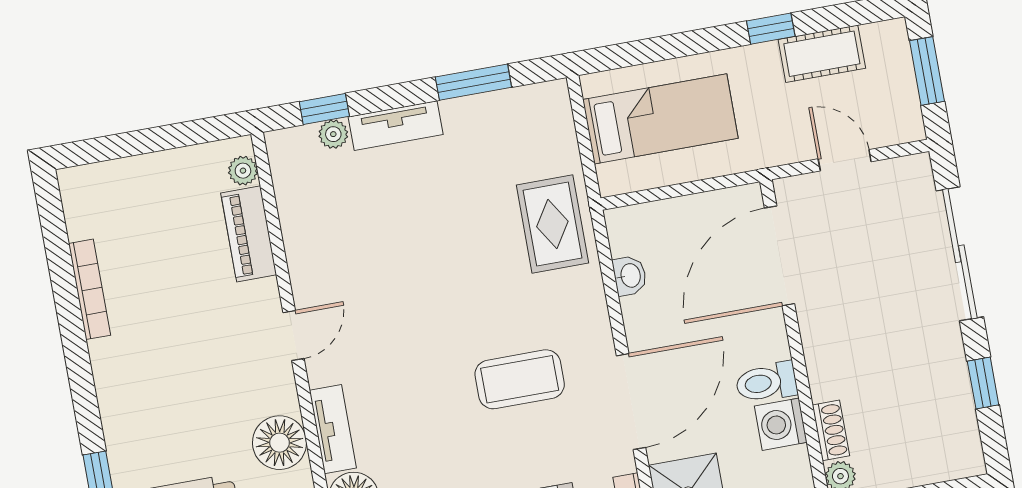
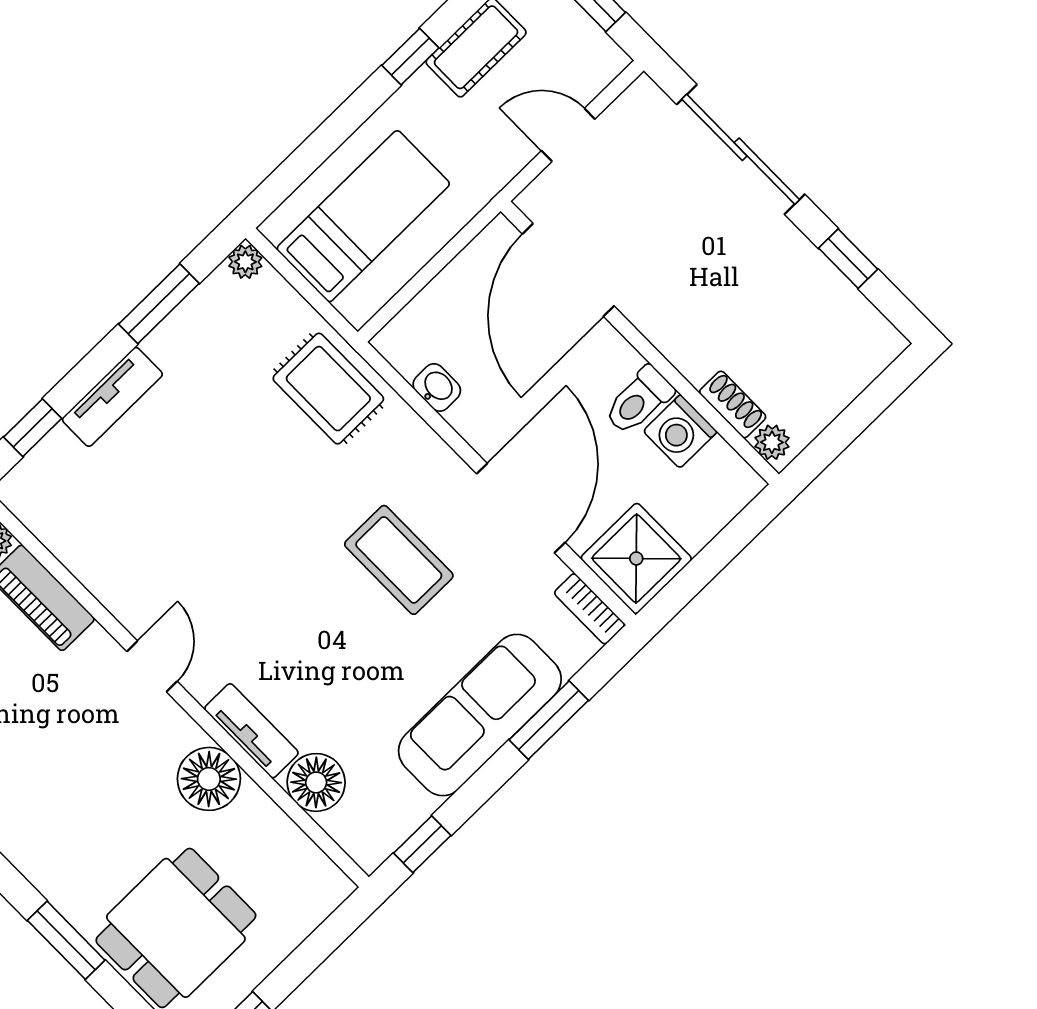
plant: (333, 134) -> (245, 262), moved
coffee table: (520, 379) -> (399, 560), turned 90

